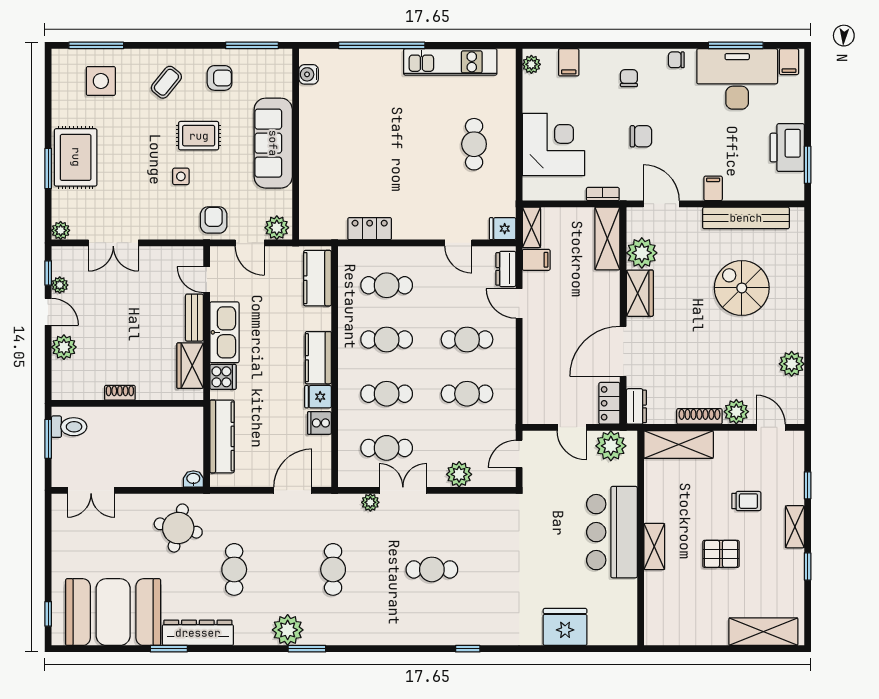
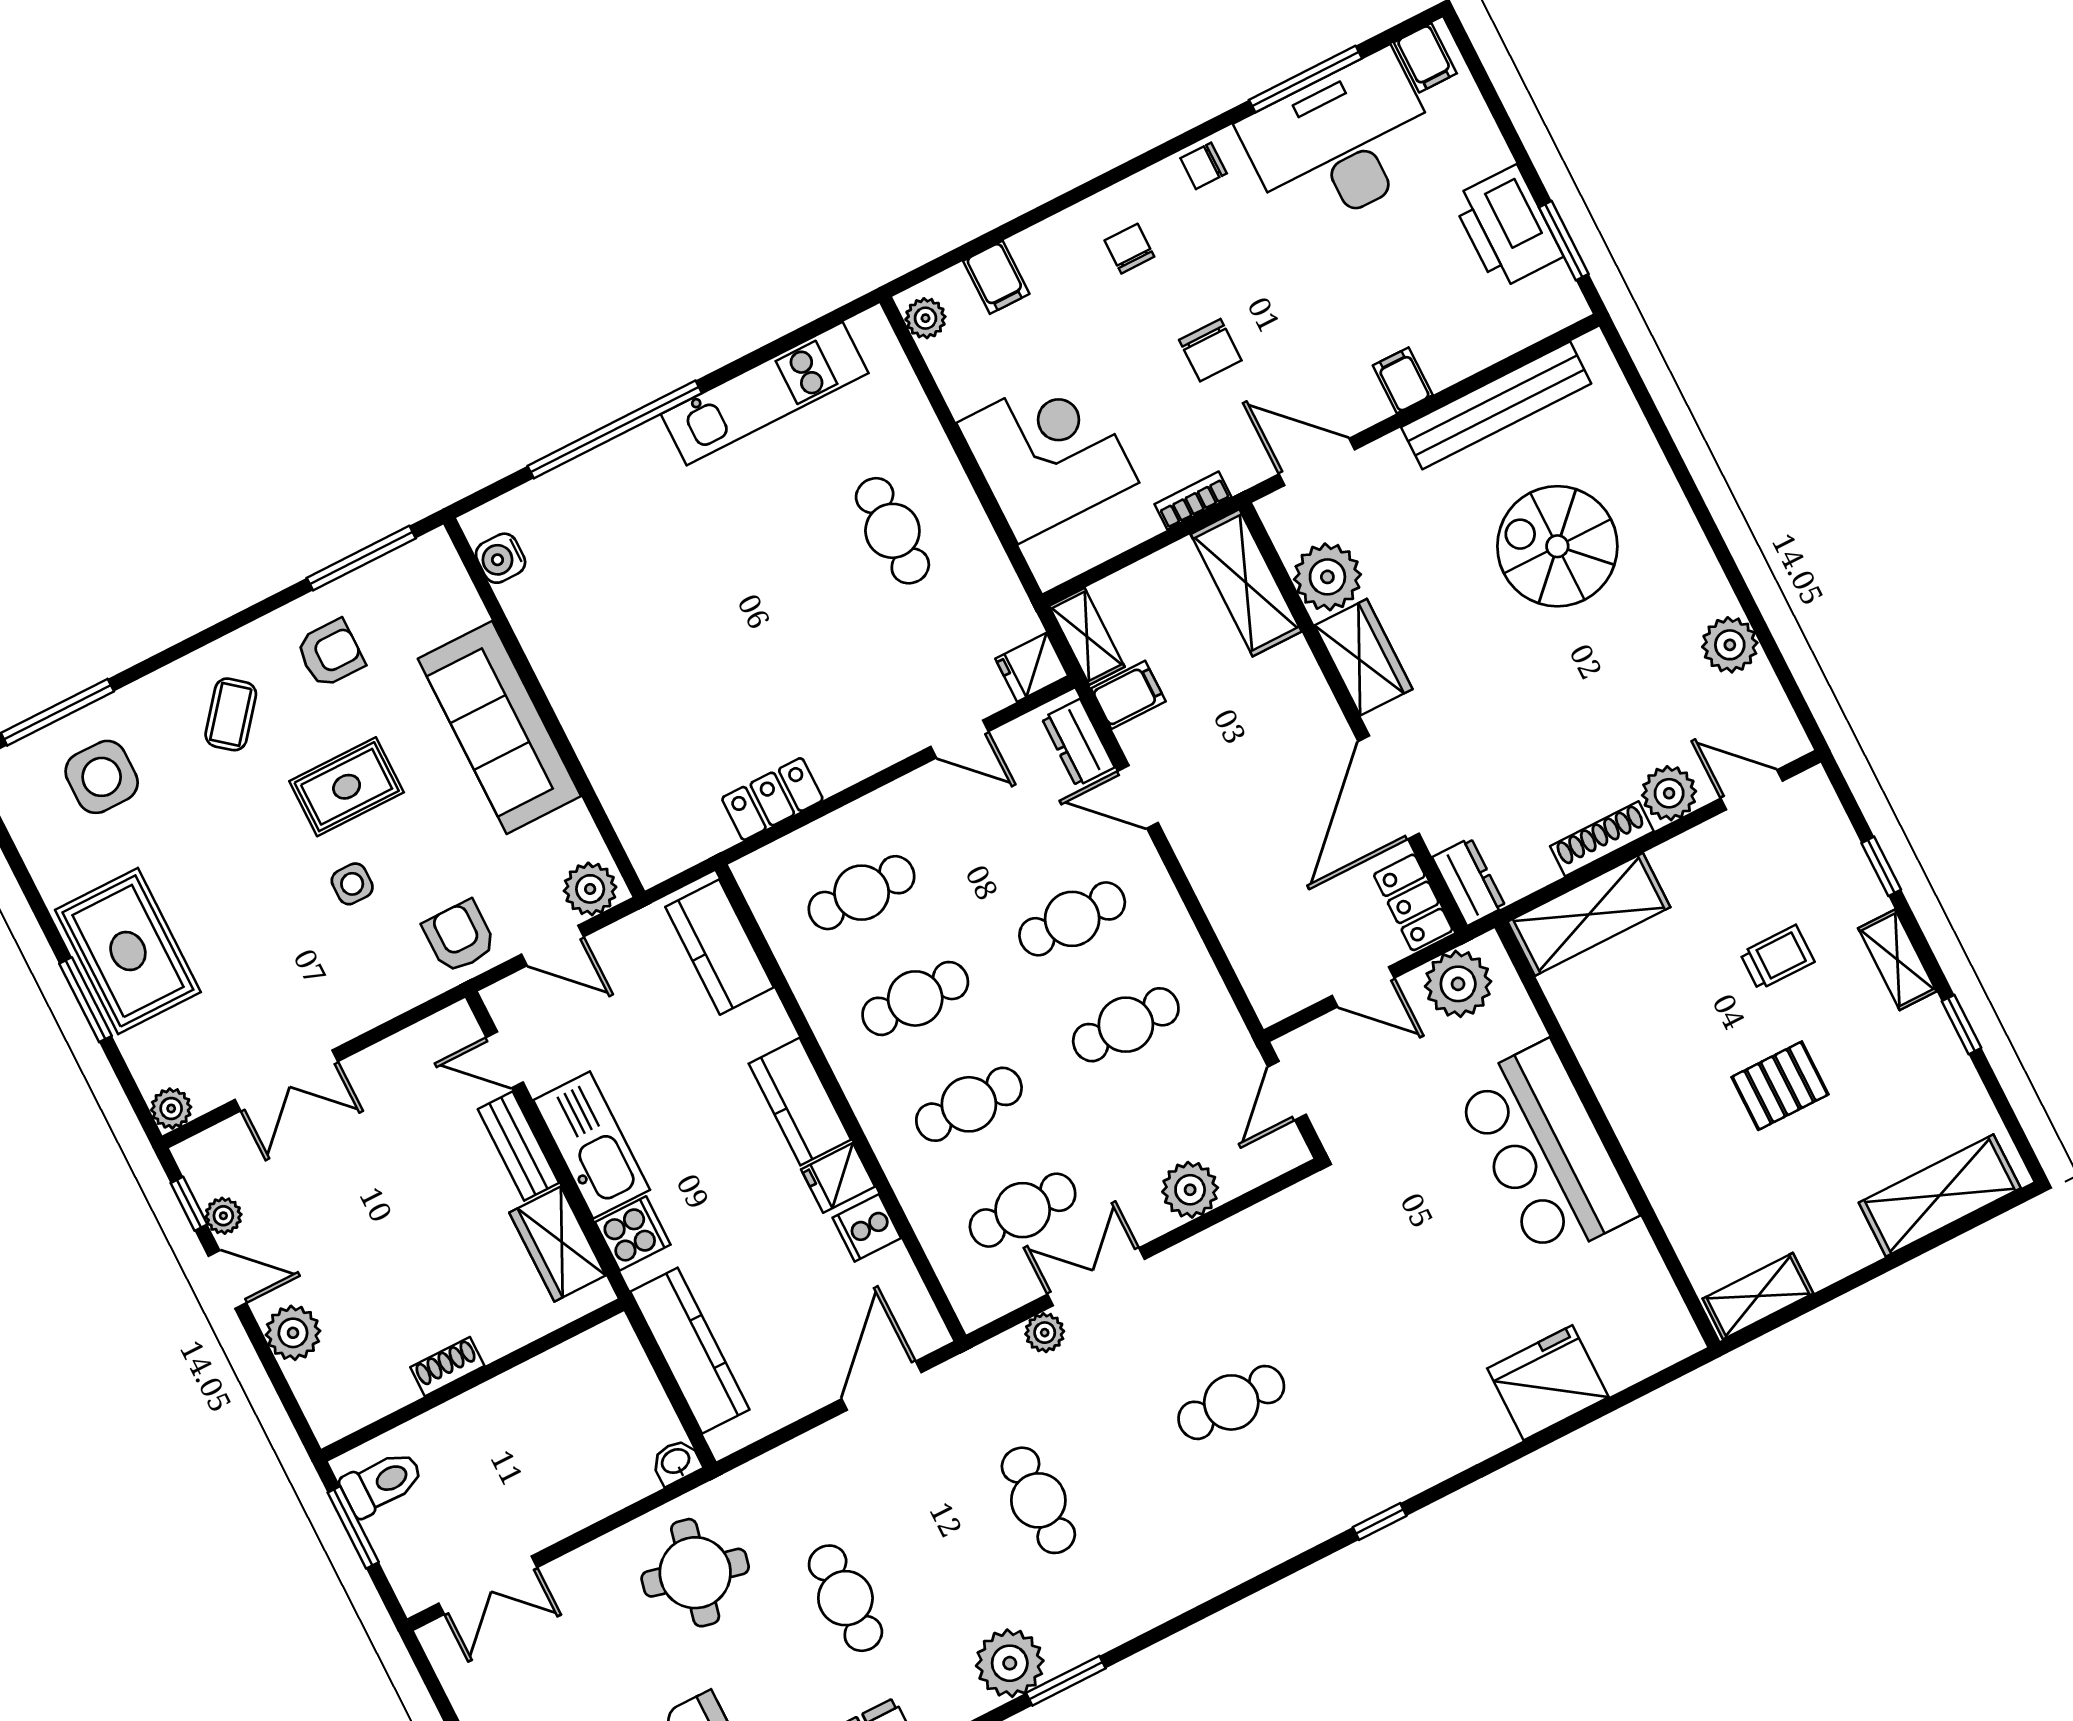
chair: (641, 136) -> (1210, 350), turned 90
shelving: (654, 547) -> (1758, 1296), moved, turned 90

